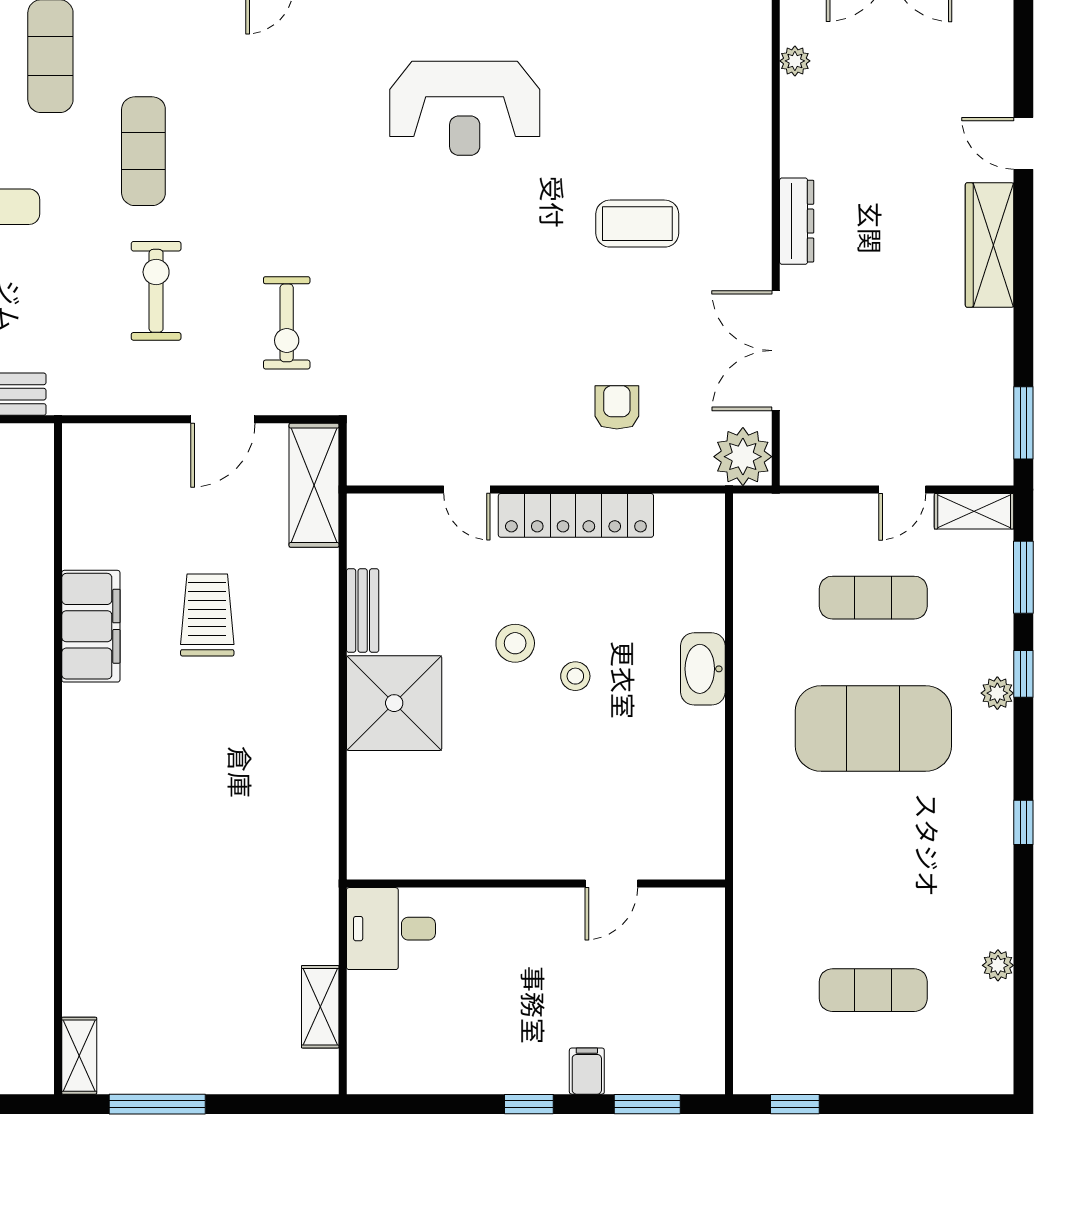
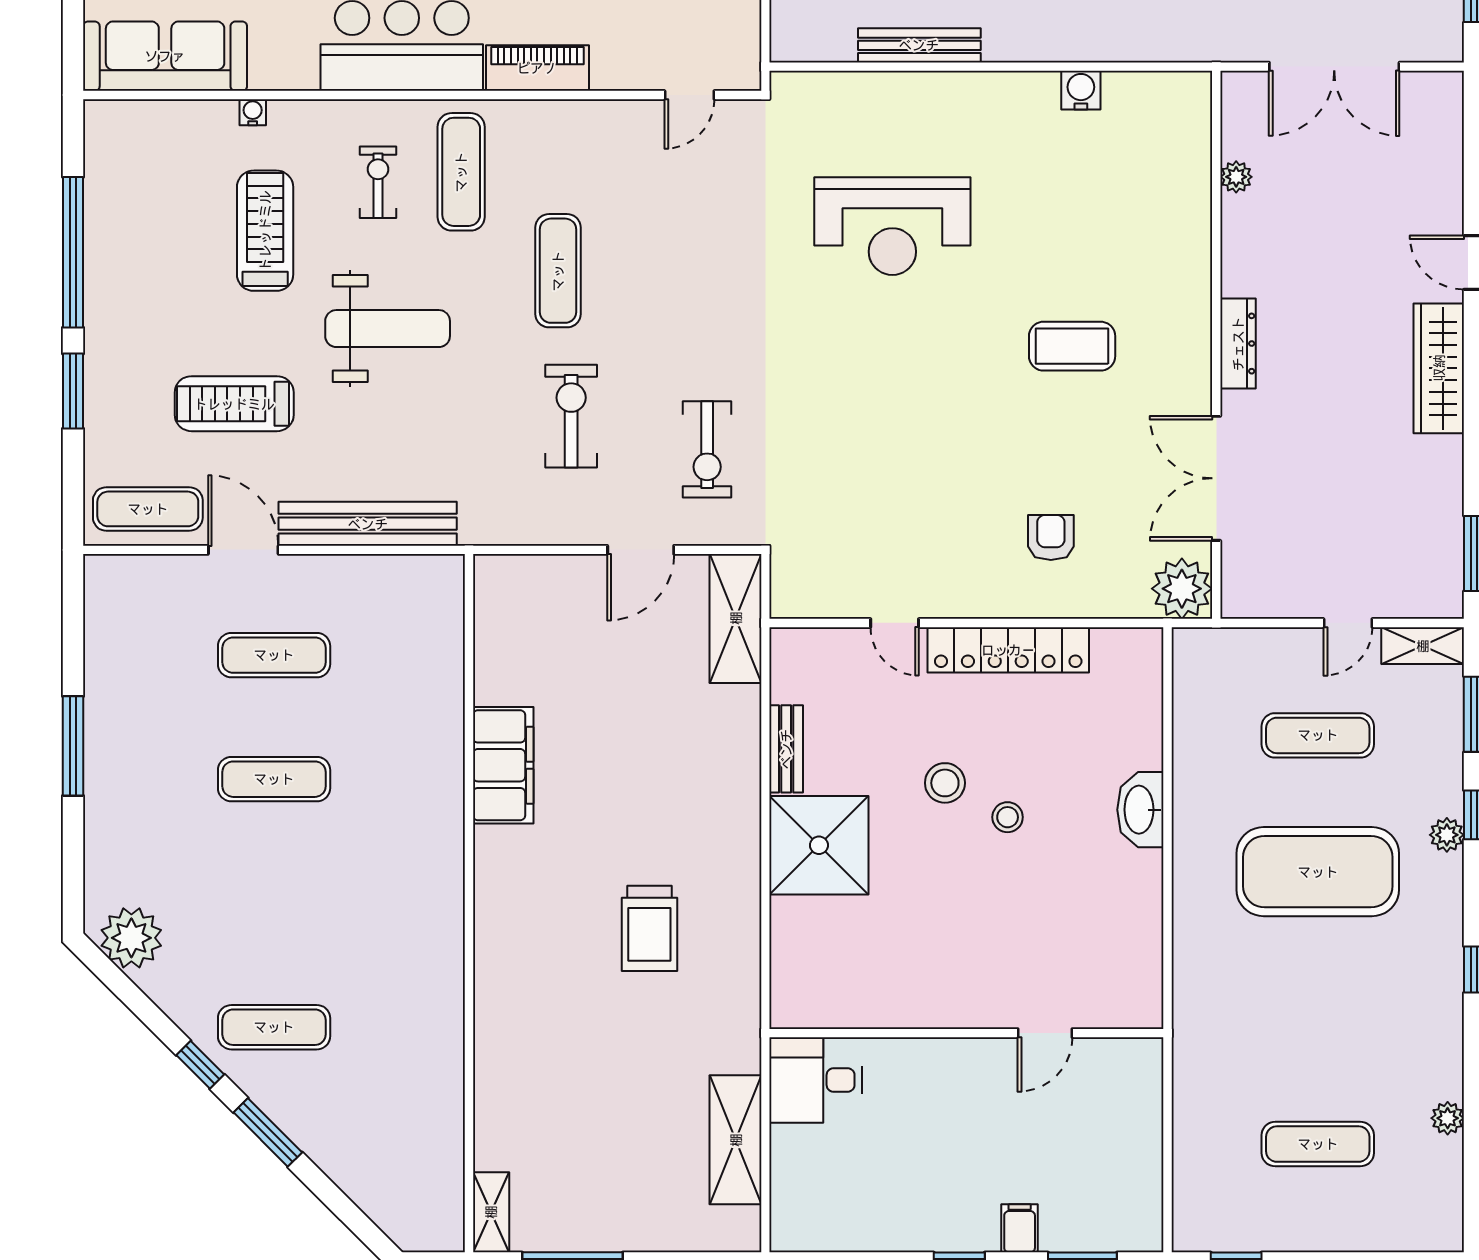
trolley: (207, 615) -> (649, 928), moved, turned 180
shelving: (320, 1007) -> (736, 1140), width x1.50, depth x1.33

